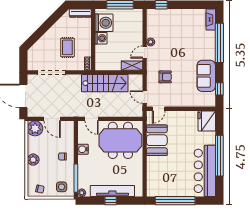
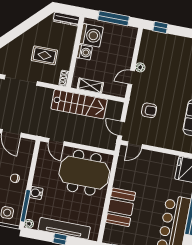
rug: (67, 47) -> (44, 55), turned 90
shelving: (132, 66) -> (90, 86), moved
booth: (157, 140) -> (121, 207), moved
water cooler: (83, 149) -> (36, 193), moved

